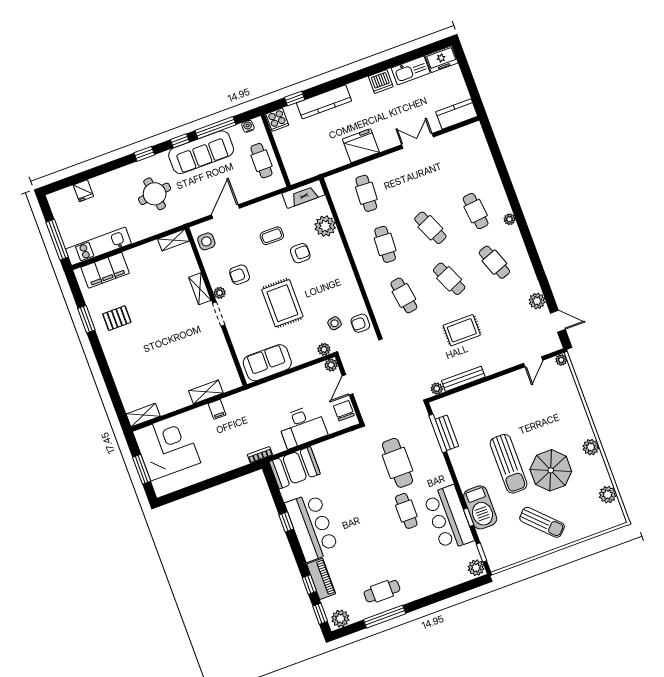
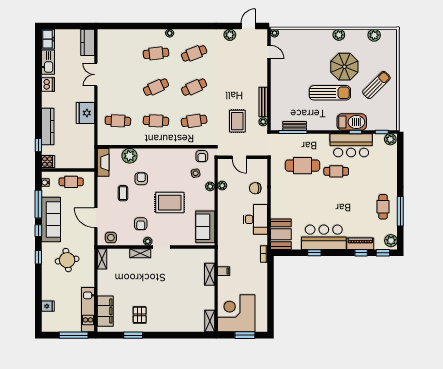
rug: (462, 330) -> (237, 121), moved
door: (348, 385) -> (239, 157), moved
wall: (349, 389) -> (243, 157), moved

